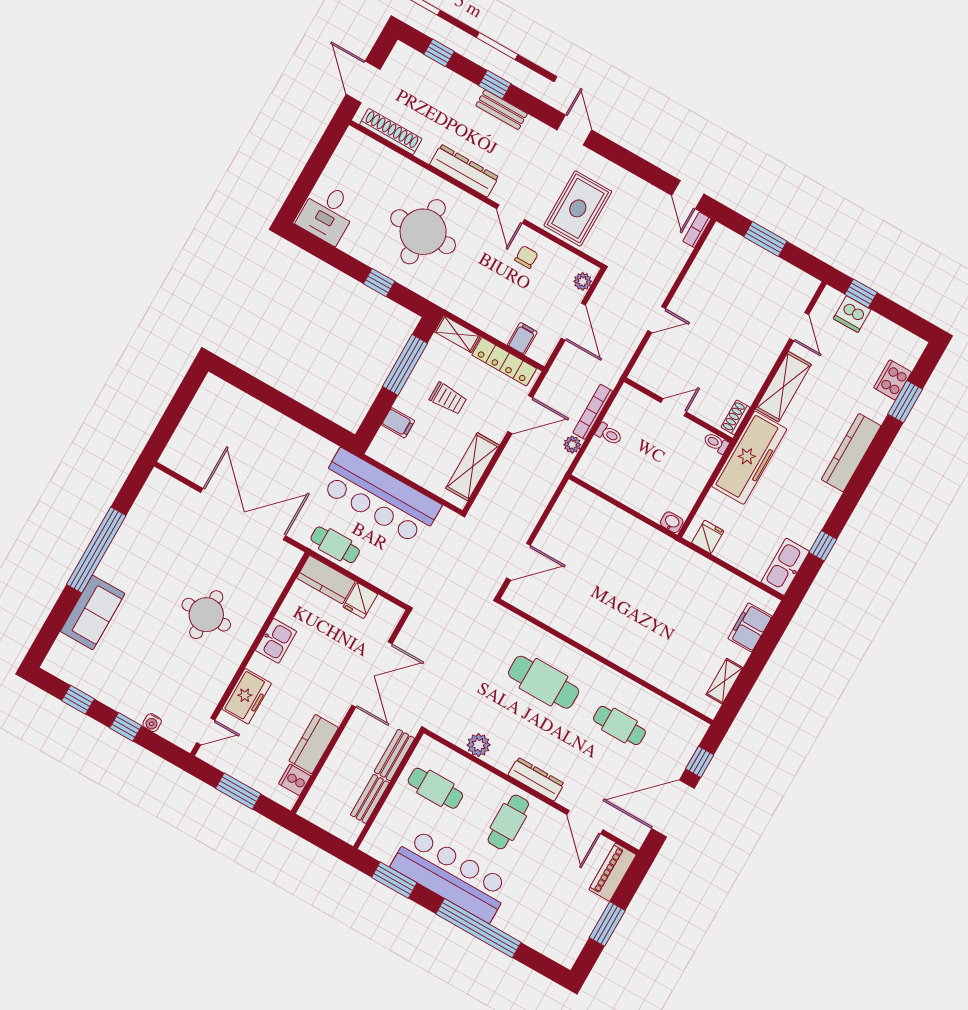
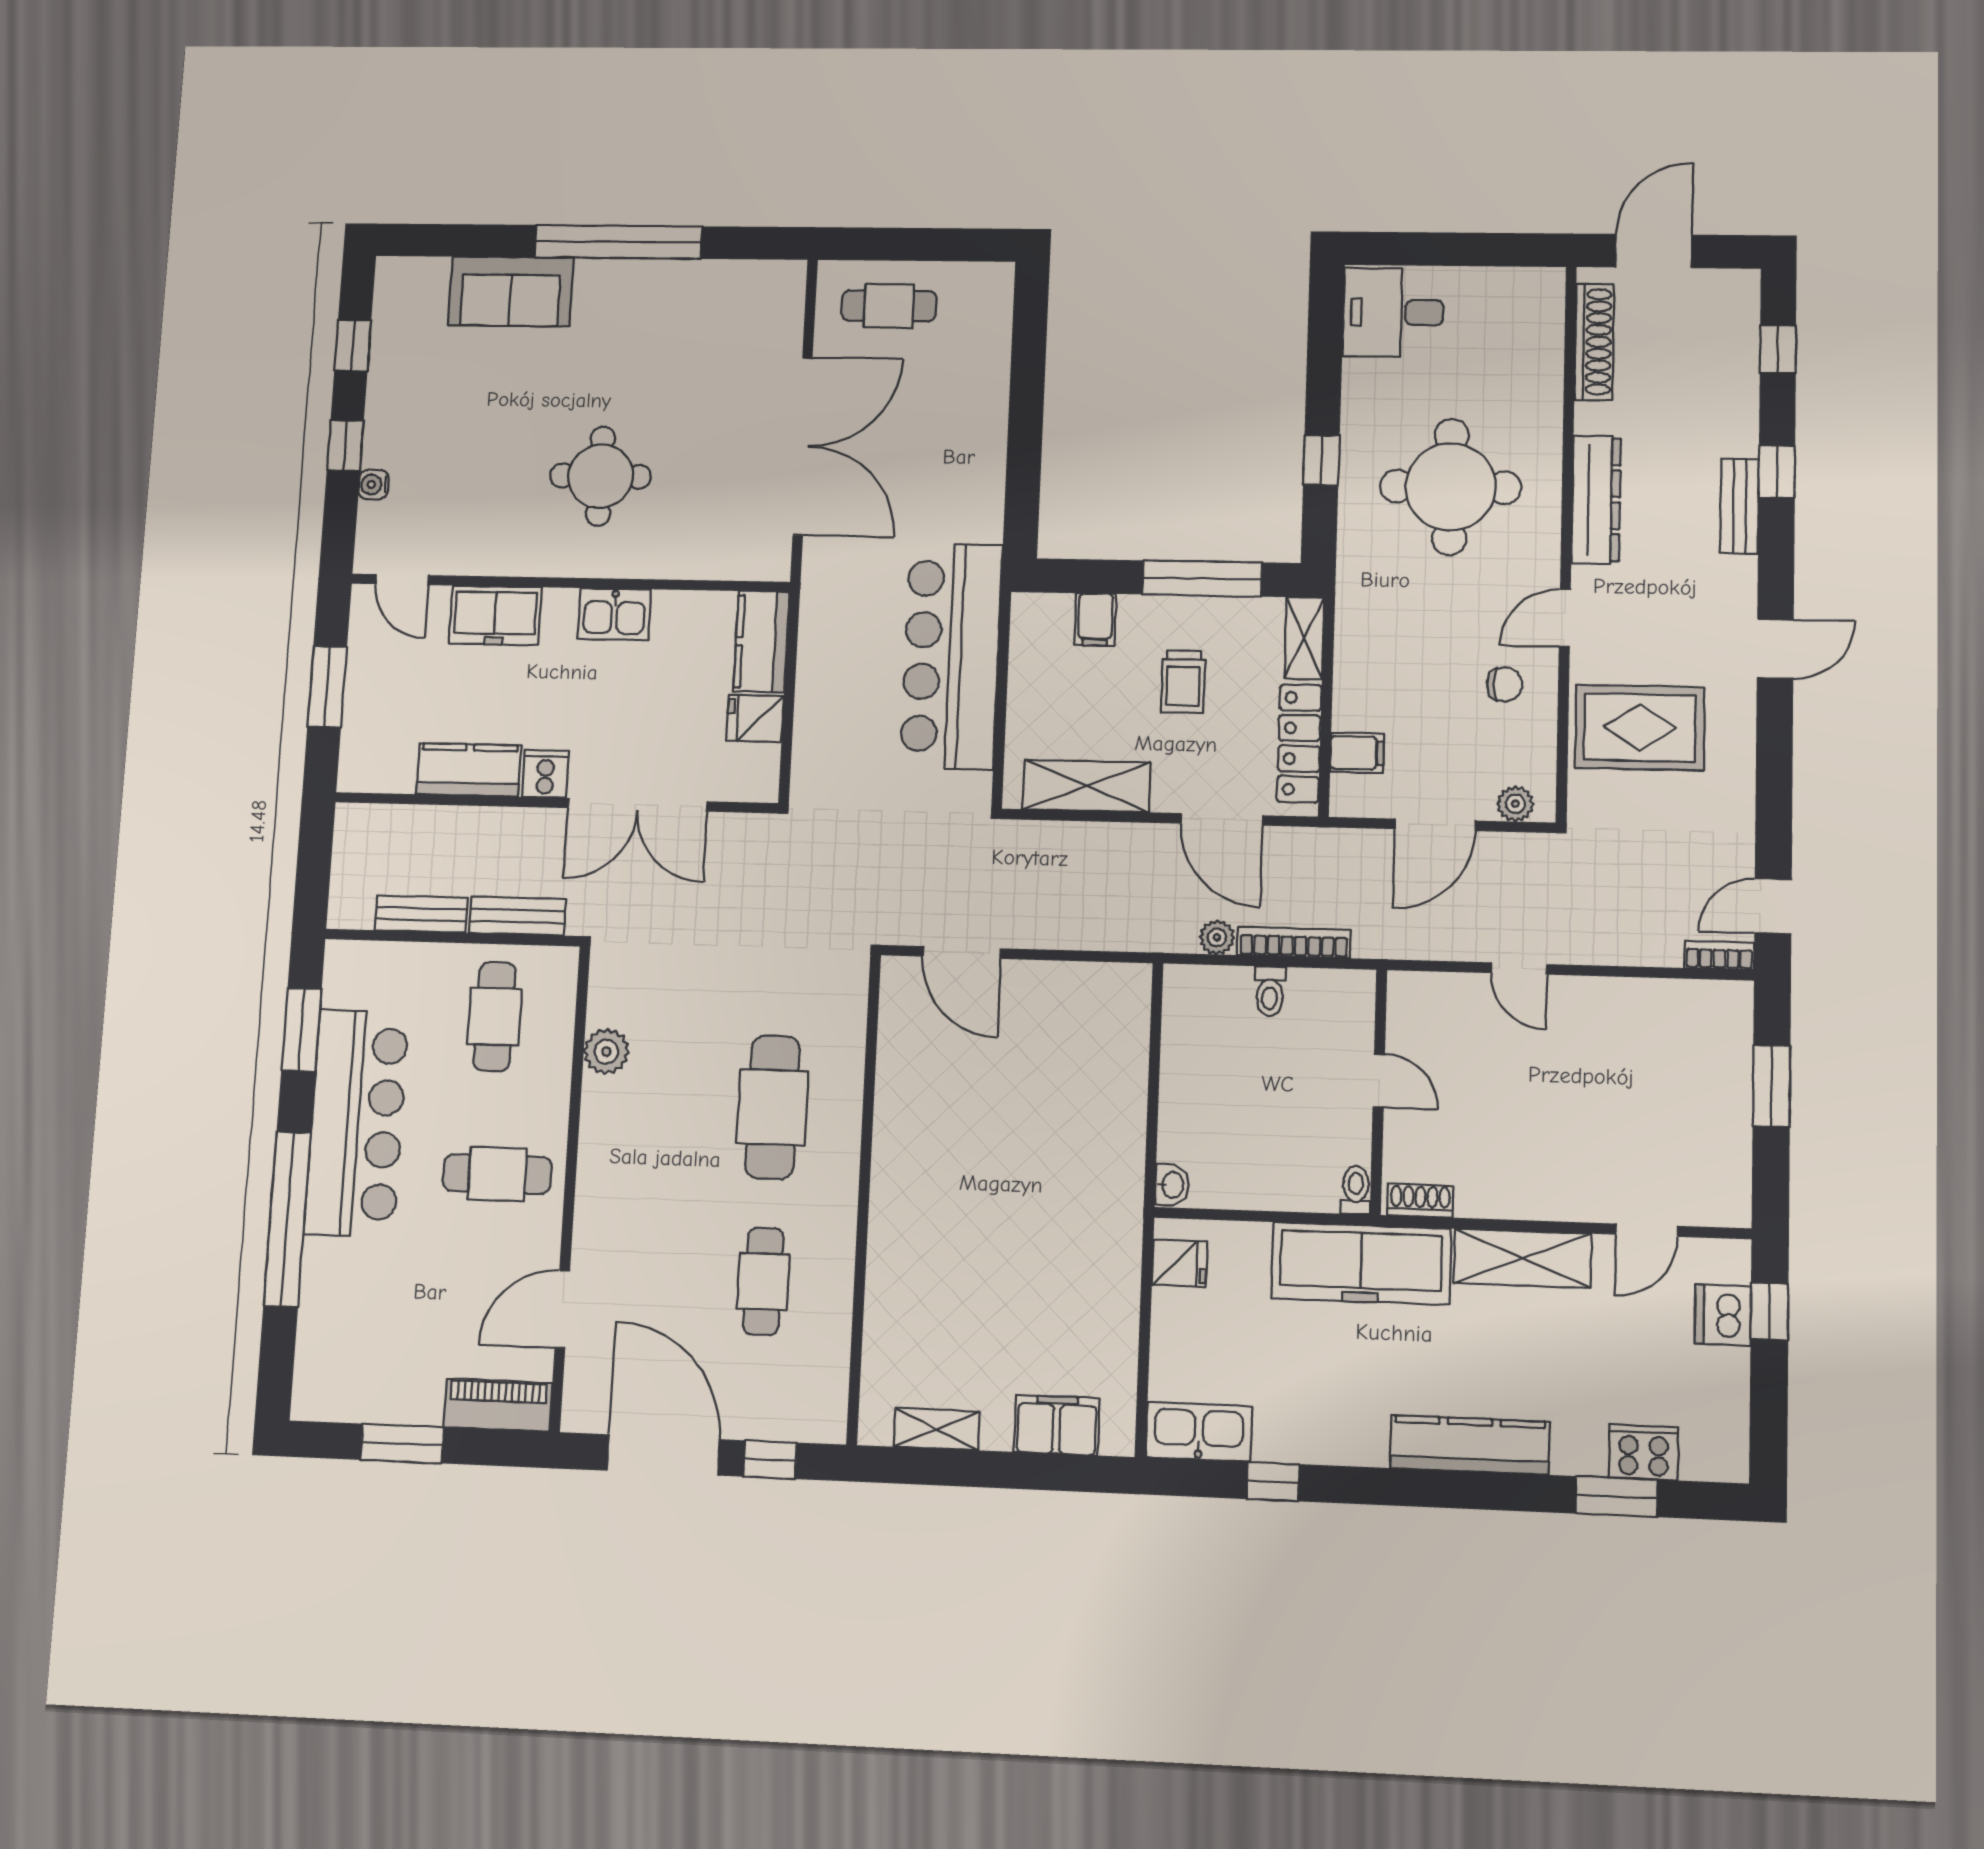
cafe table: (335, 545) -> (889, 306), moved, turned 90
dresser: (536, 779) -> (596, 1184), removed
cooker: (295, 780) -> (545, 774), moved

